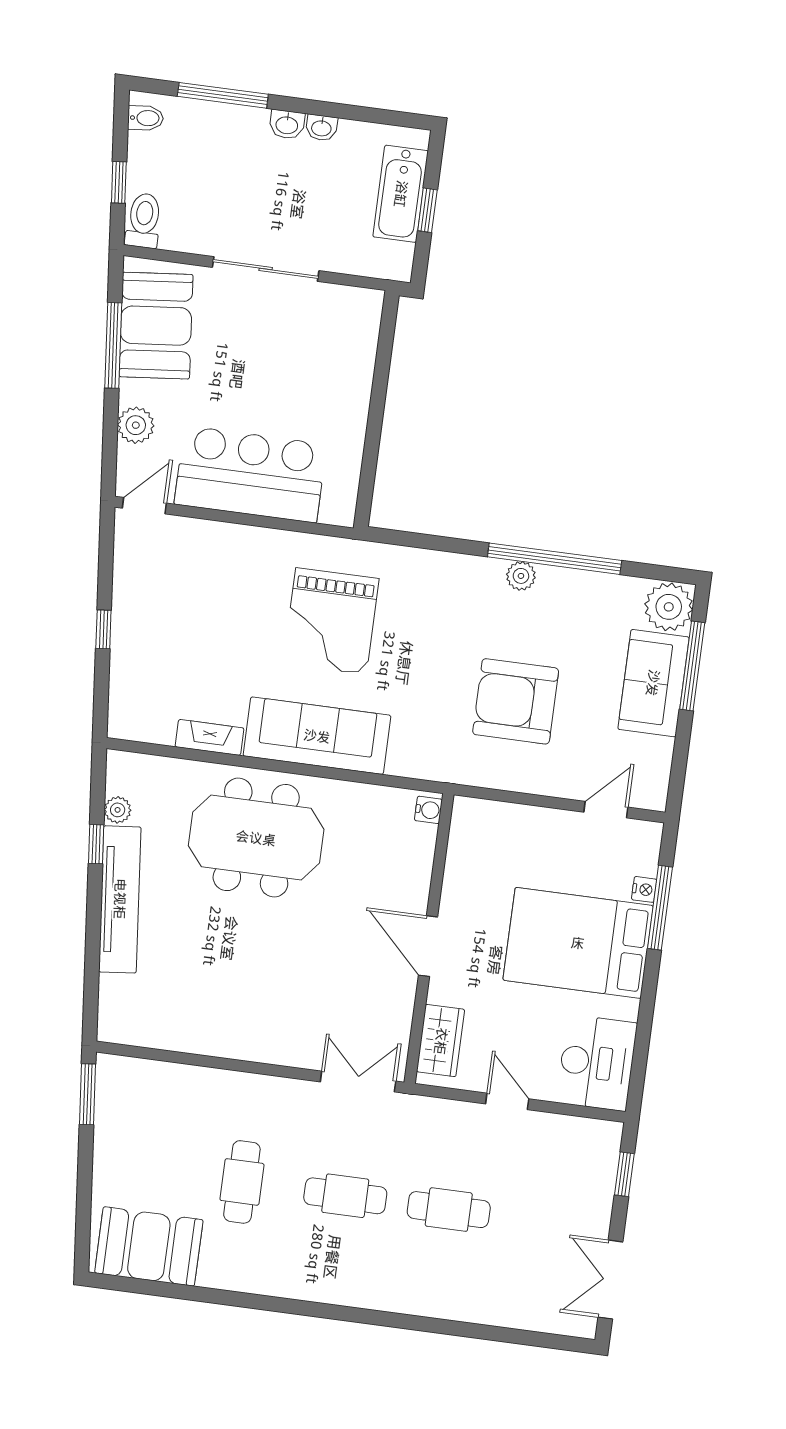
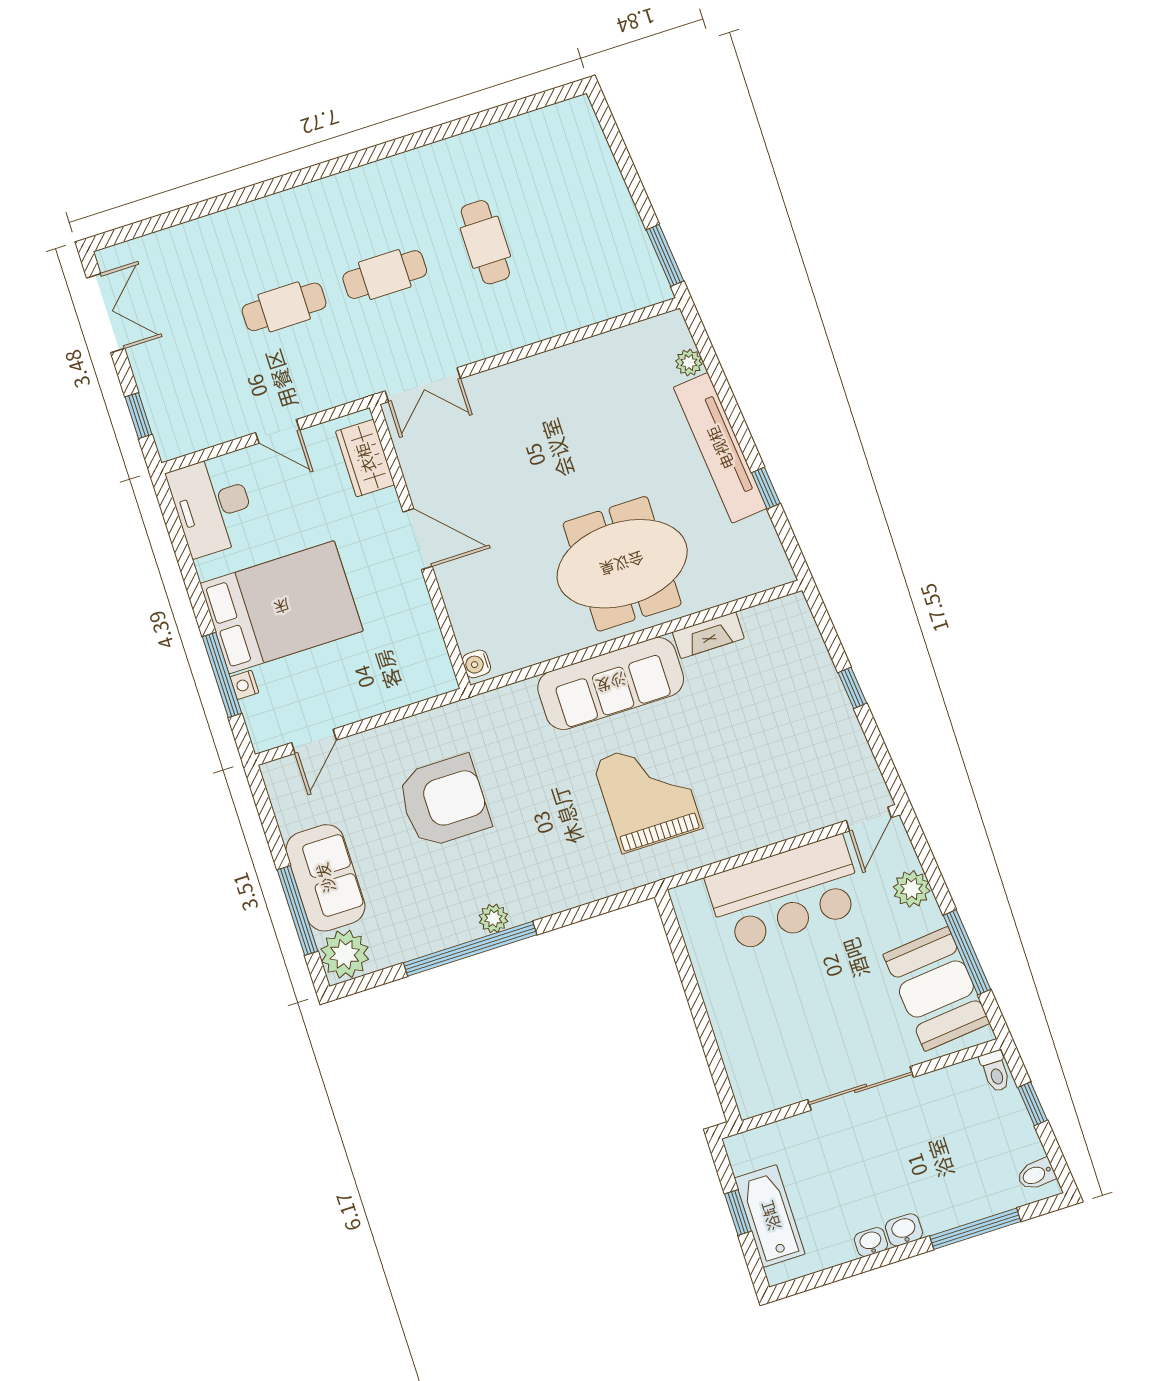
toilet: (144, 221) -> (995, 1071), width x0.73, depth x0.72
plant: (118, 810) -> (689, 363), moved
booth: (149, 1246) -> (543, 143), removed

